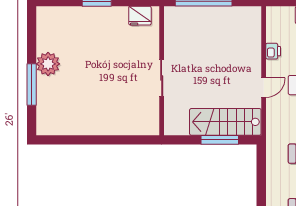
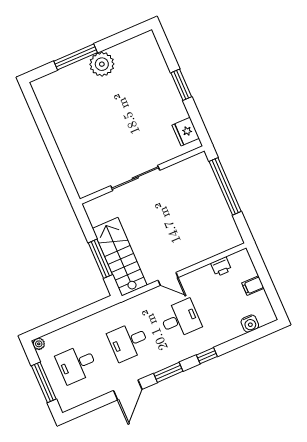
printer: (273, 51) -> (221, 267), moved
sliding door: (162, 78) -> (135, 178), width x1.37

